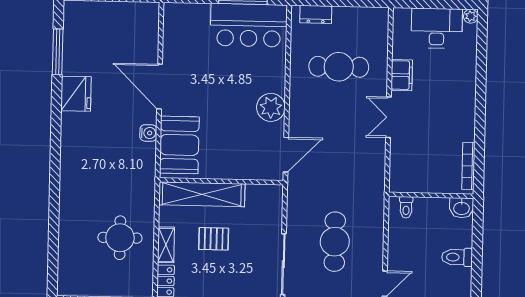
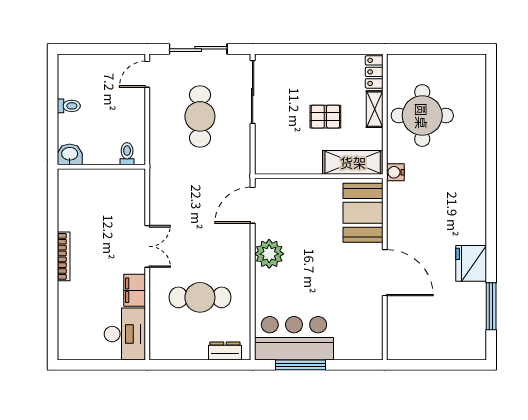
plant: (471, 16) -> (65, 353), removed
desk: (437, 28) -> (125, 334), moved, turned -90
water cooler: (148, 133) -> (395, 172), moved
bookcase: (468, 166) -> (64, 256), moved
shelving: (202, 194) -> (353, 162), width x0.68
round table: (120, 238) -> (422, 116), width x1.36, depth x1.36
toilet: (457, 257) -> (69, 106), width x0.73, depth x0.72

